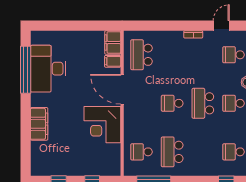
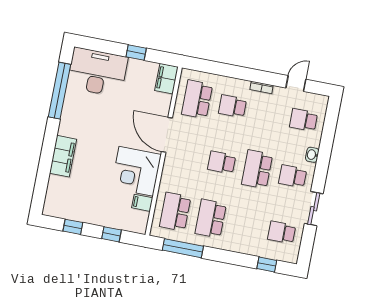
window: (83, 26) -> (136, 52), added
school desk: (172, 55) -> (233, 106), added
filing cabinet: (113, 61) -> (142, 203), moved
desk: (48, 69) -> (97, 72), moved, turned 90
school desk: (141, 152) -> (175, 212), width x1.85

